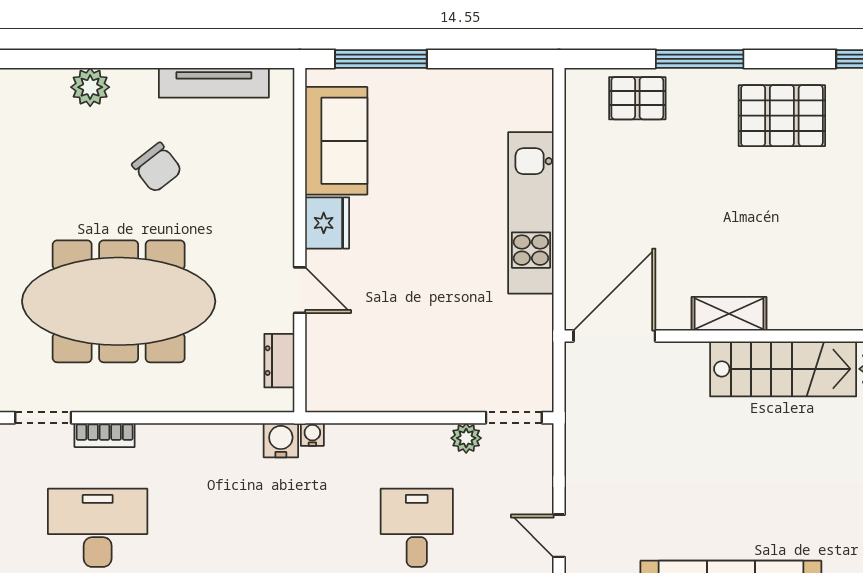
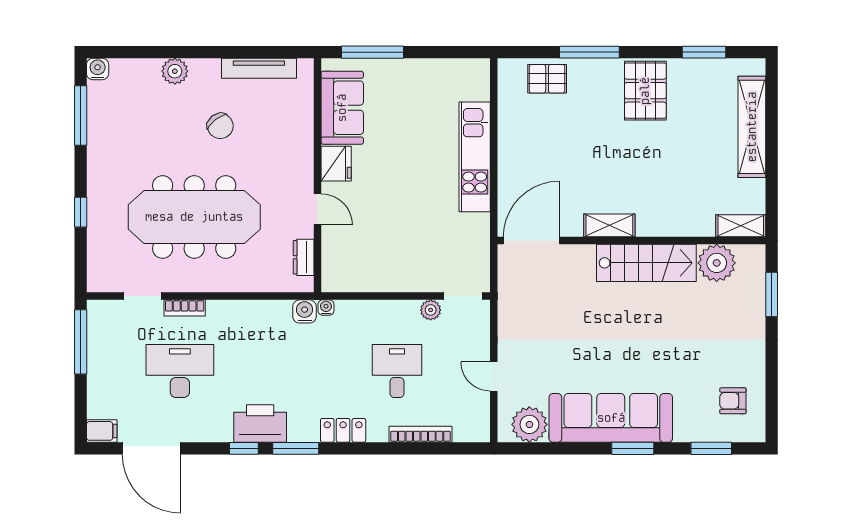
pallet: (782, 116) -> (645, 91), turned 90

